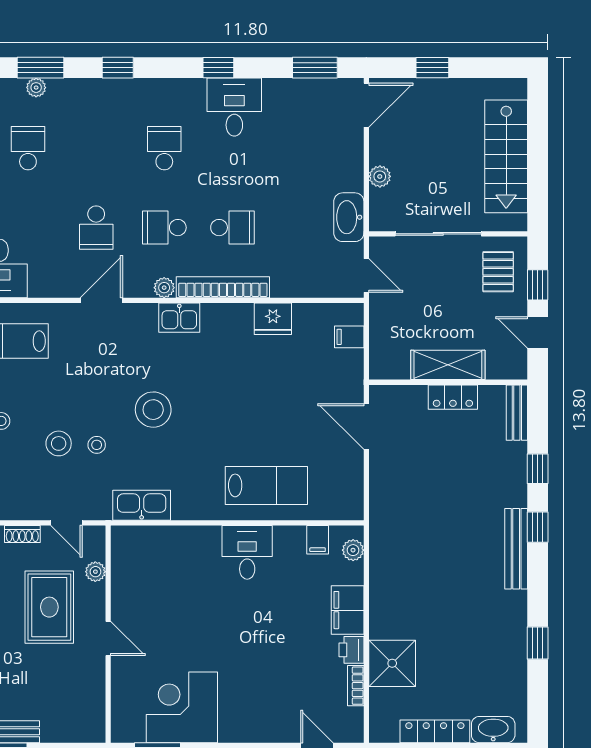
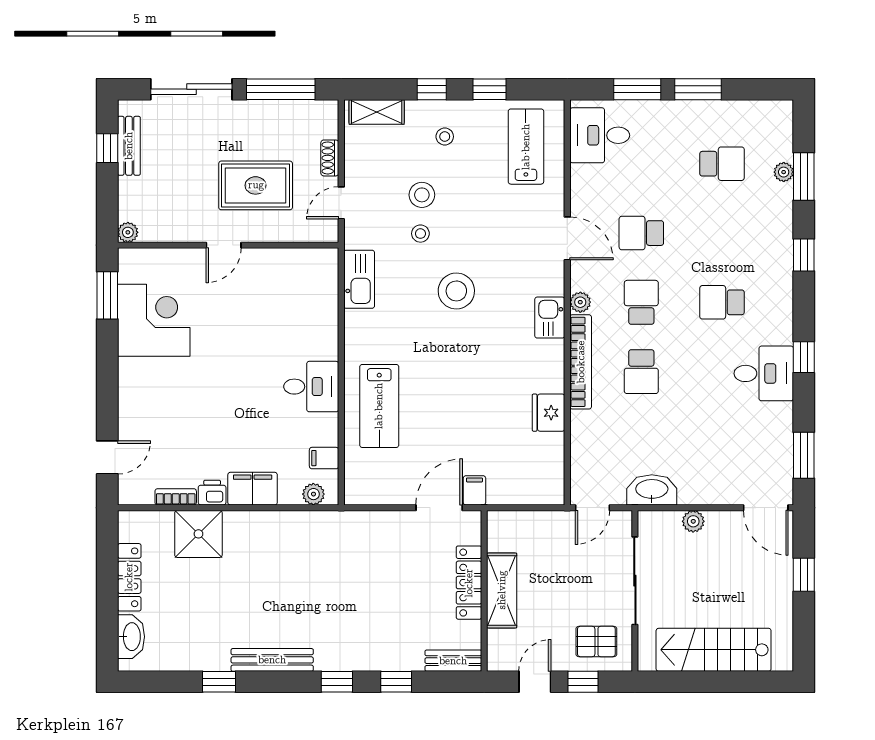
school desk: (164, 148) -> (722, 302), turned 180
filing cabinet: (349, 337) -> (474, 490), moved
locker: (453, 397) -> (469, 583), width x1.53
bench: (516, 549) -> (272, 660), moved
plant: (95, 572) -> (128, 232), moved

